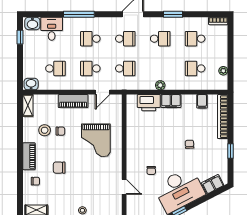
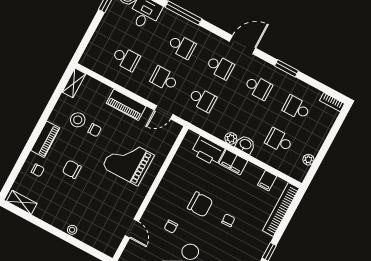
school desk: (90, 39) -> (182, 46), turned 180
washbasin: (31, 84) -> (245, 145), moved
grand piano: (96, 140) -> (128, 161), turned 90
chair: (164, 144) -> (200, 204), added

